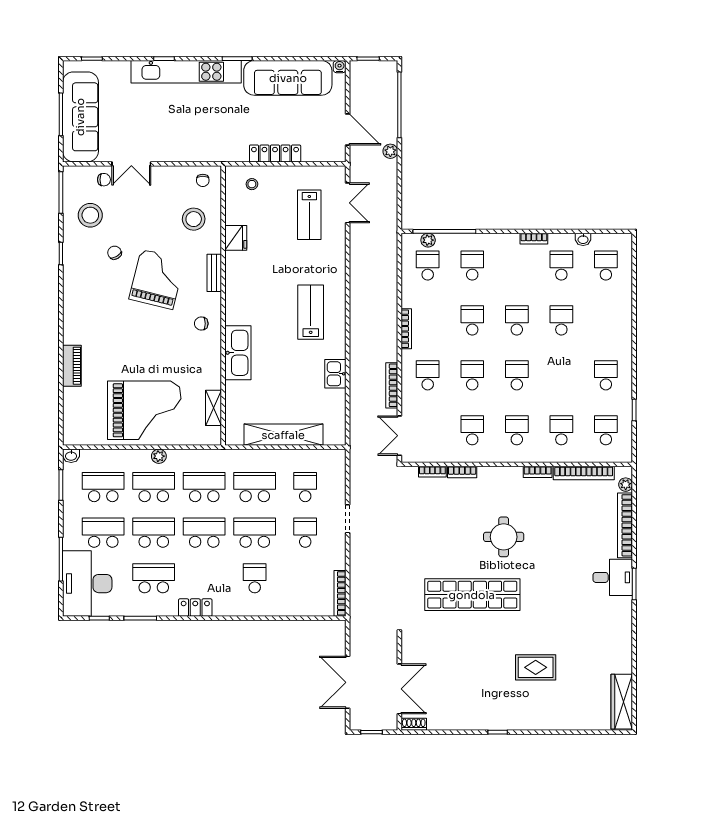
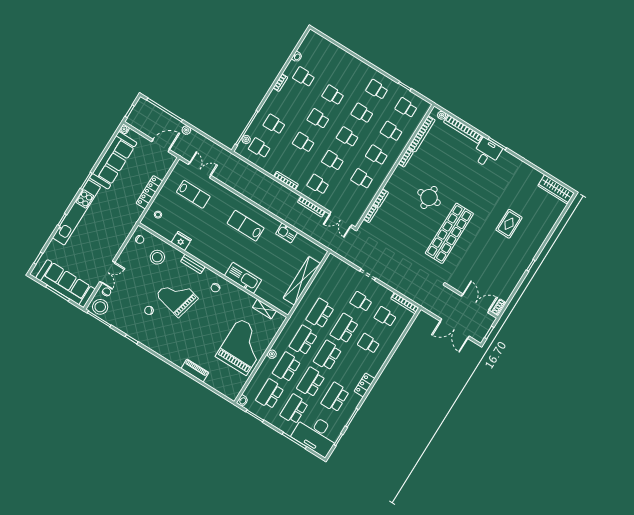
stool: (90, 215) -> (100, 307), moved
school desk: (606, 265) -> (362, 113), moved
school desk: (305, 487) -> (385, 317), moved

